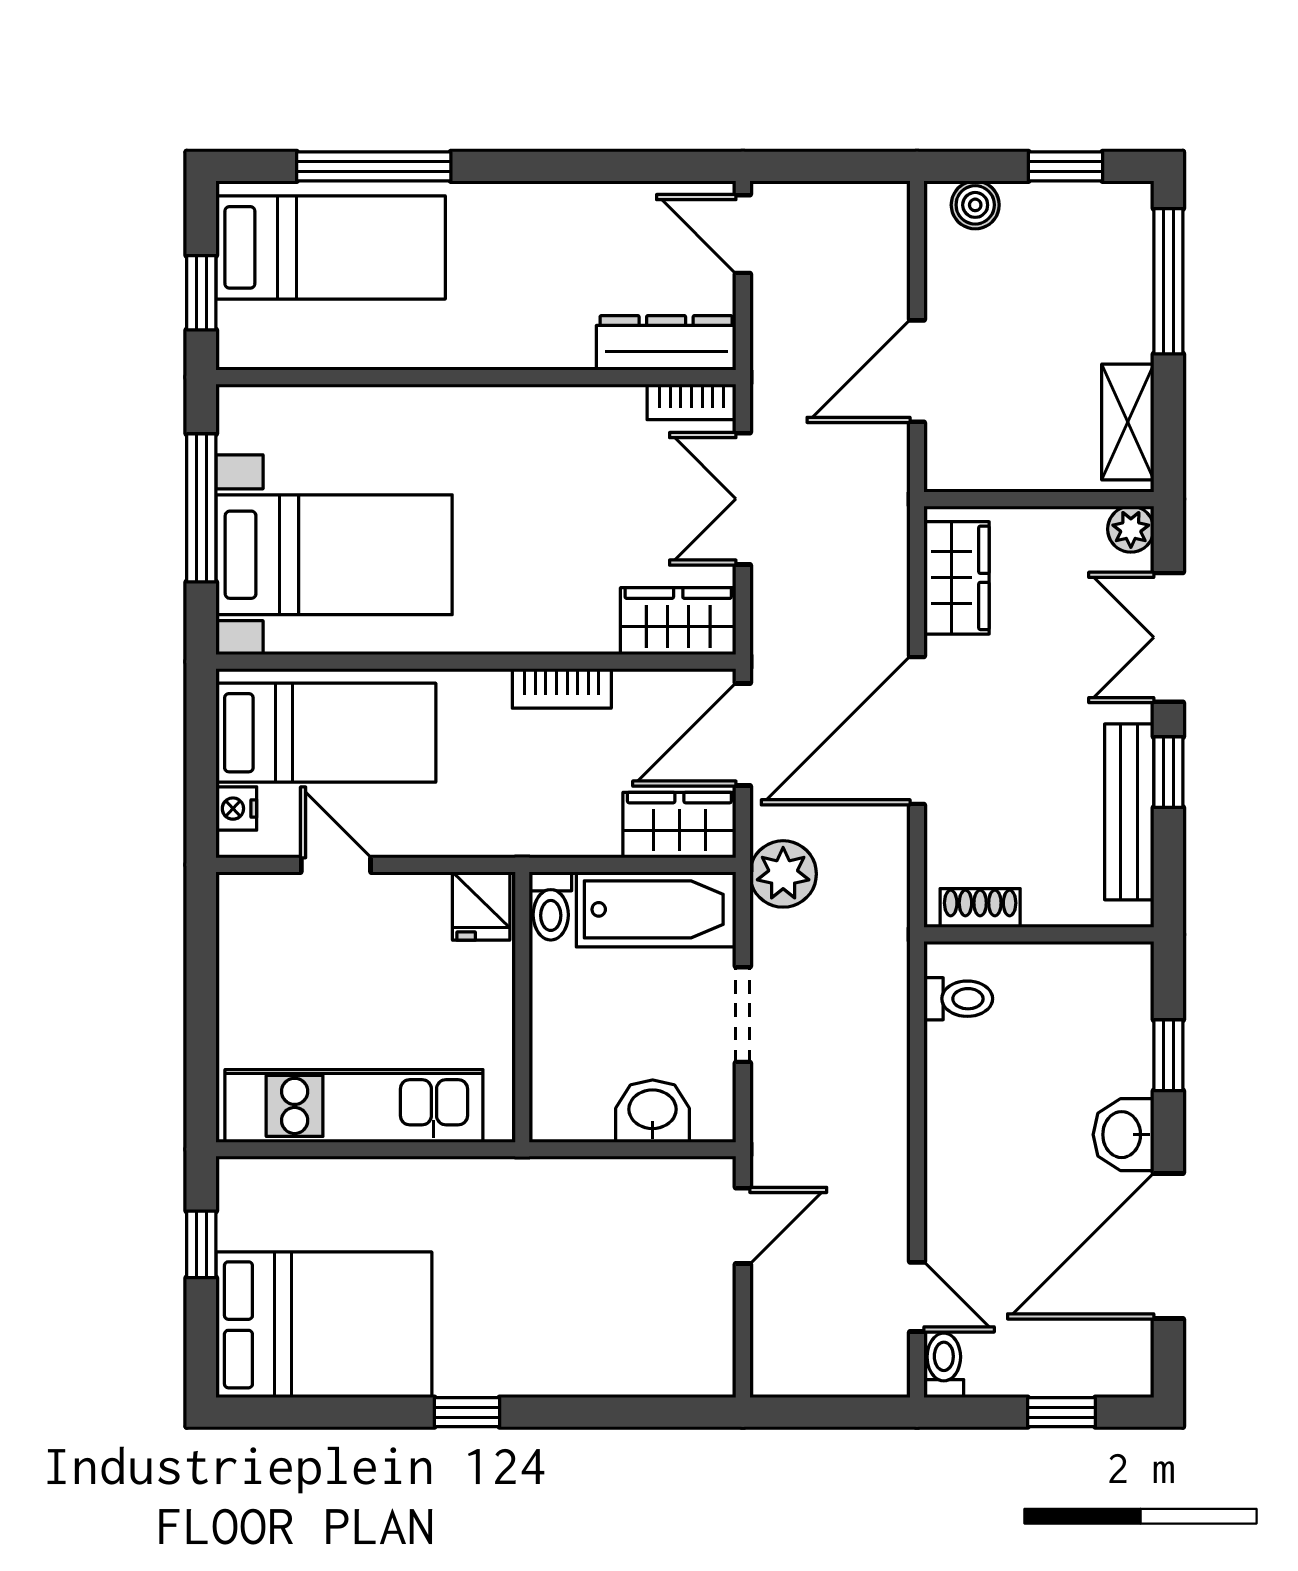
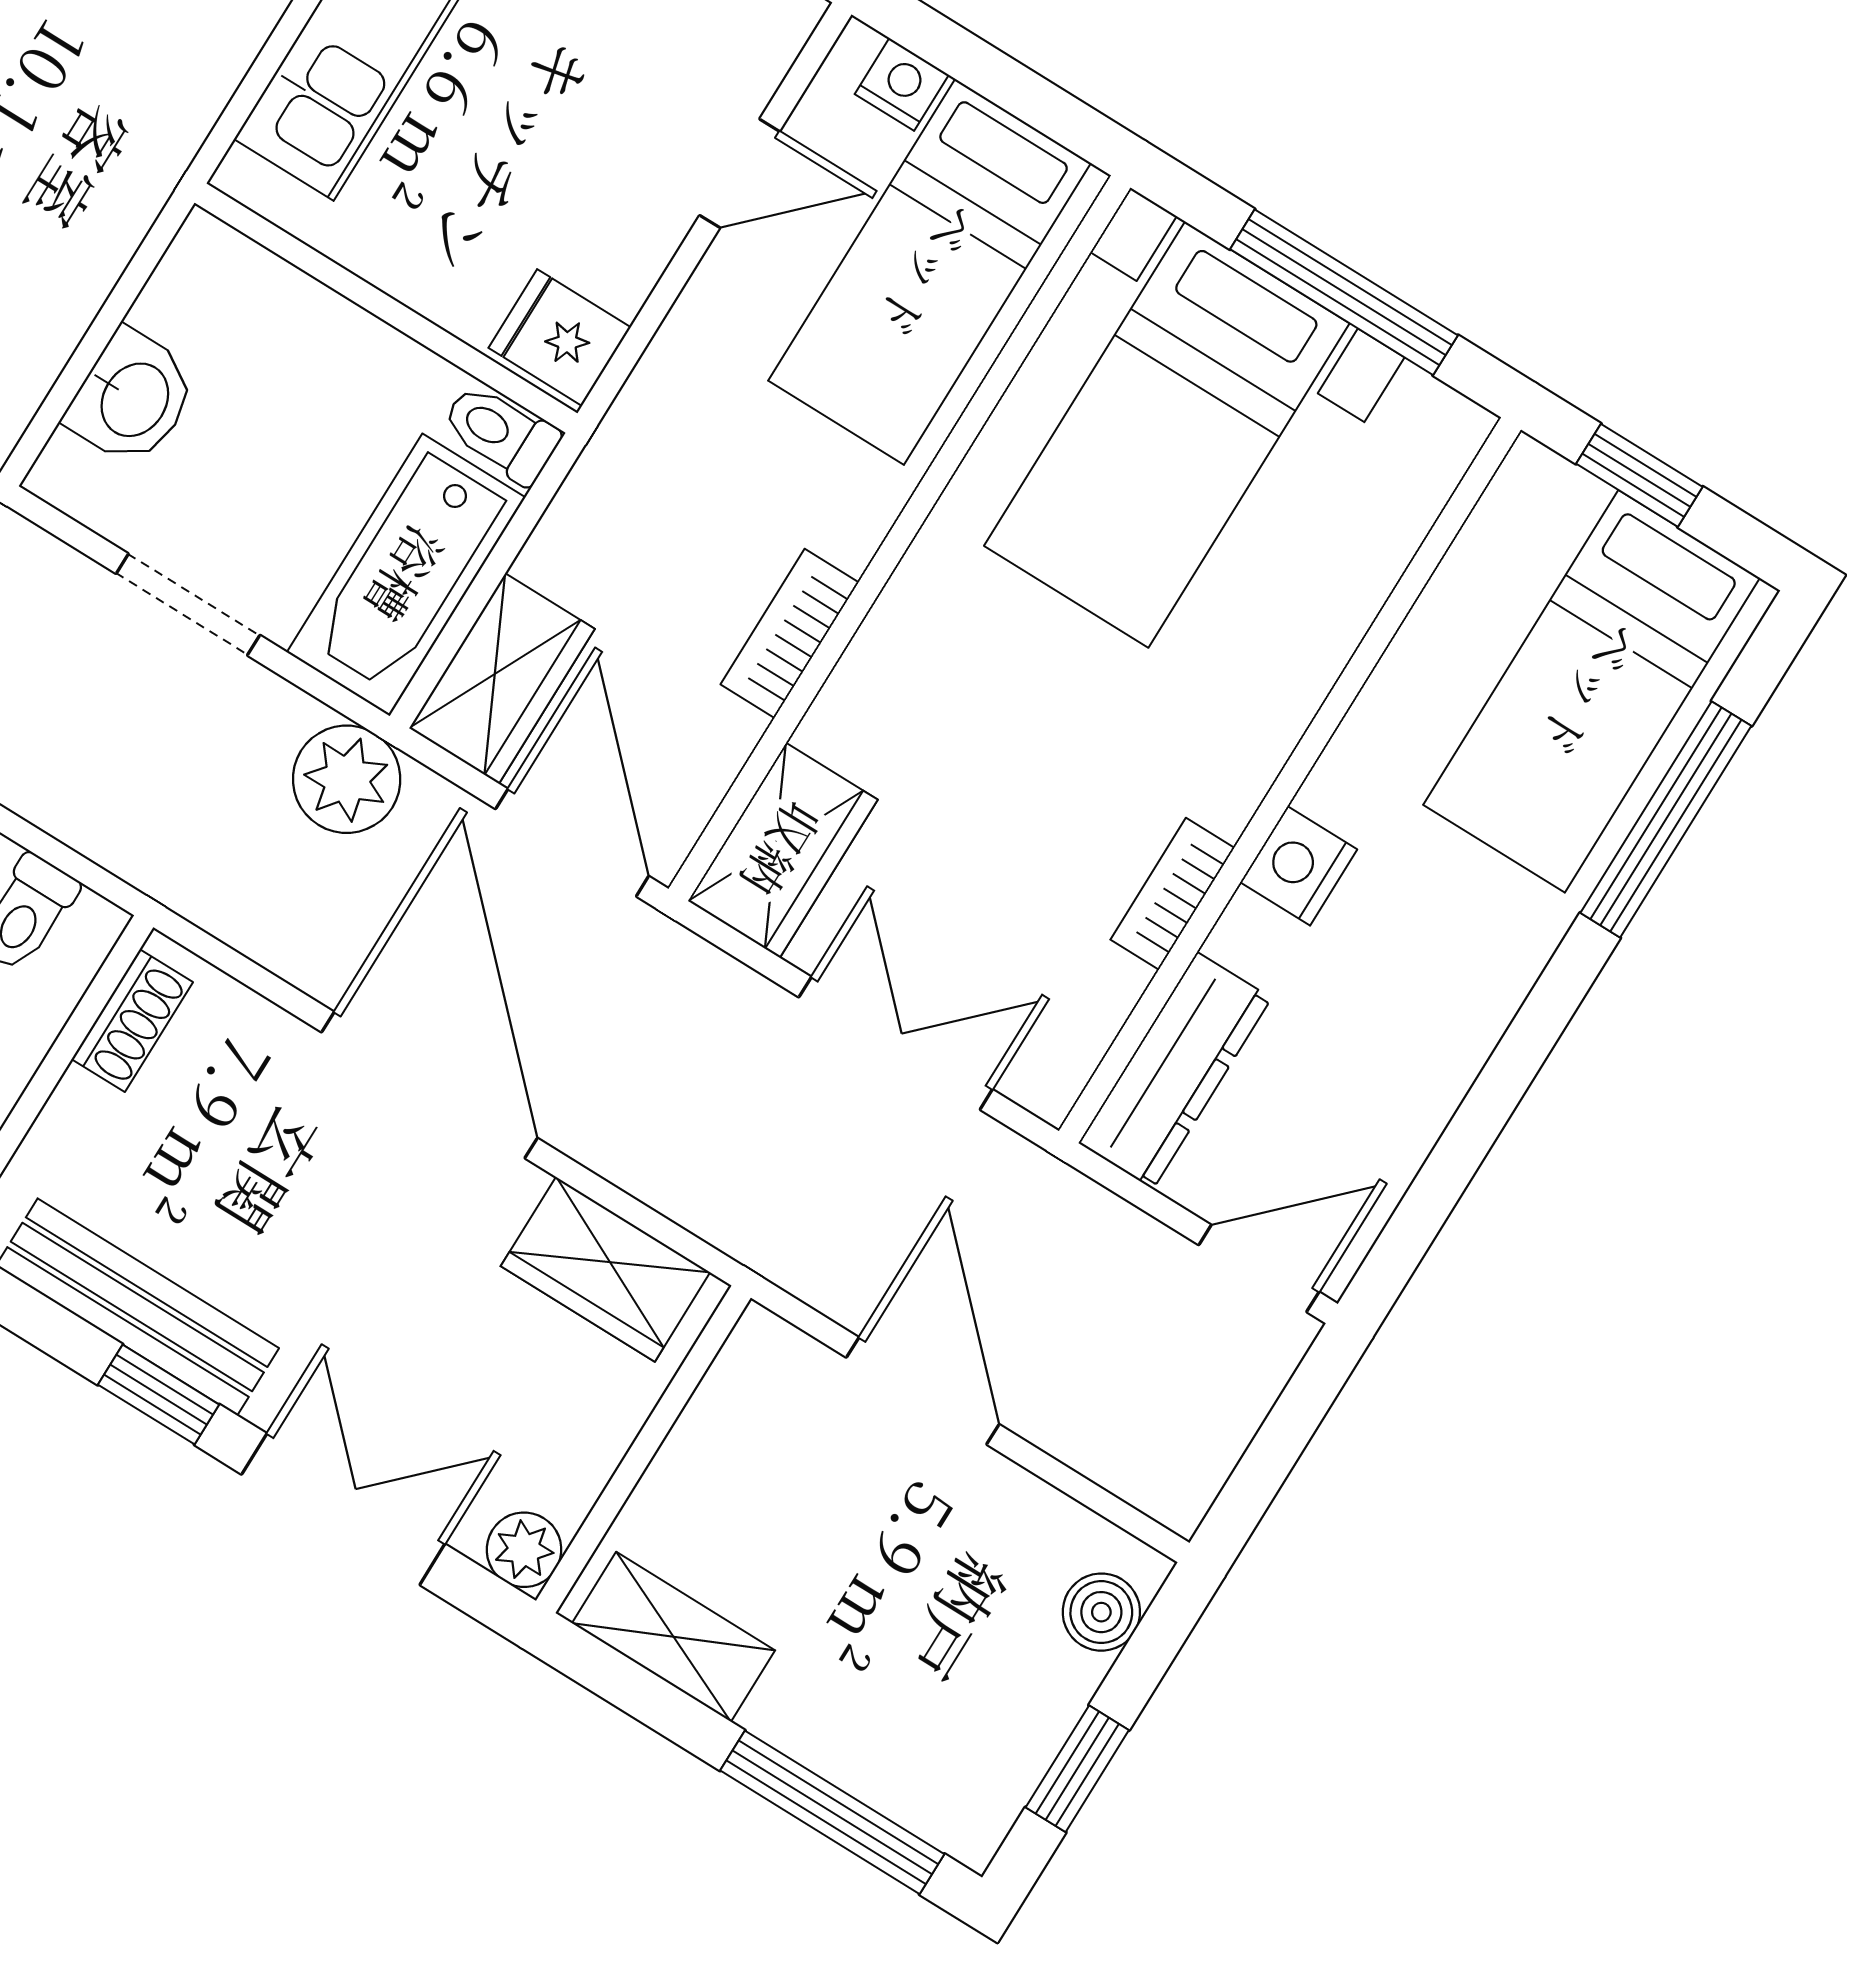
nightstand: (518, 345) -> (1299, 866), added
bookcase: (692, 402) -> (1173, 894), moved

